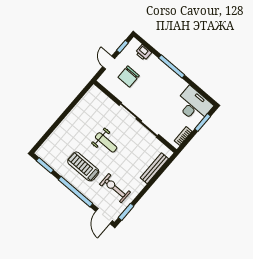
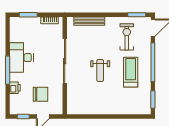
printer: (143, 53) -> (15, 88), moved
desk: (194, 105) -> (21, 58), moved
weight bench: (106, 142) -> (100, 70), turned 180
treadmill: (83, 166) -> (131, 72), turned 180
exercise bike: (115, 188) -> (127, 37), turned 180

